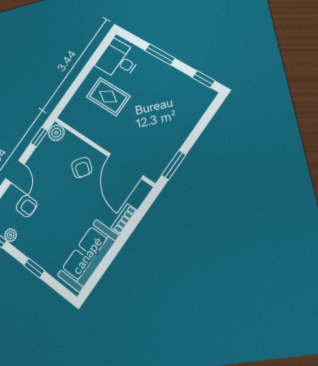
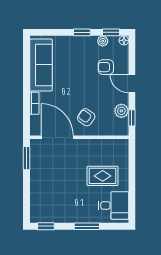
plant: (56, 133) -> (121, 111), moved
window: (34, 268) -> (82, 32), moved

